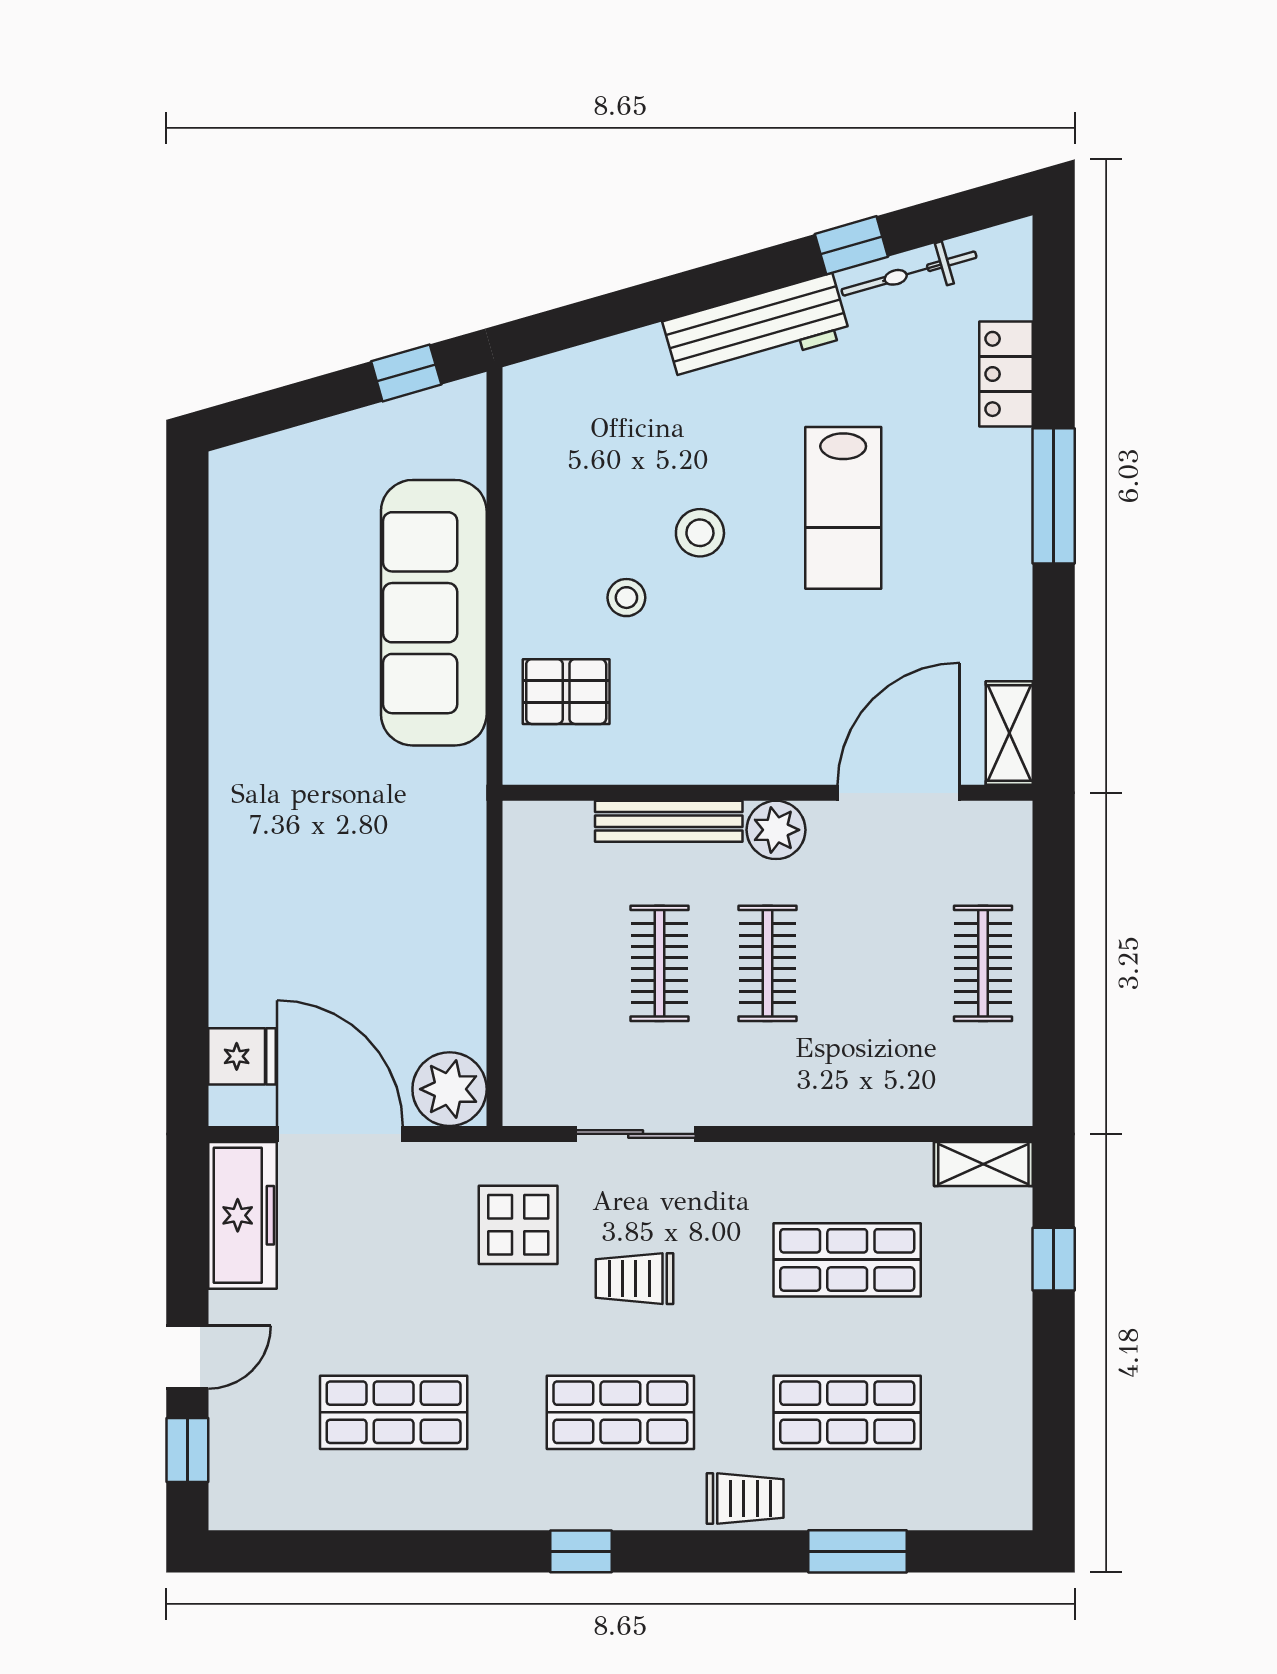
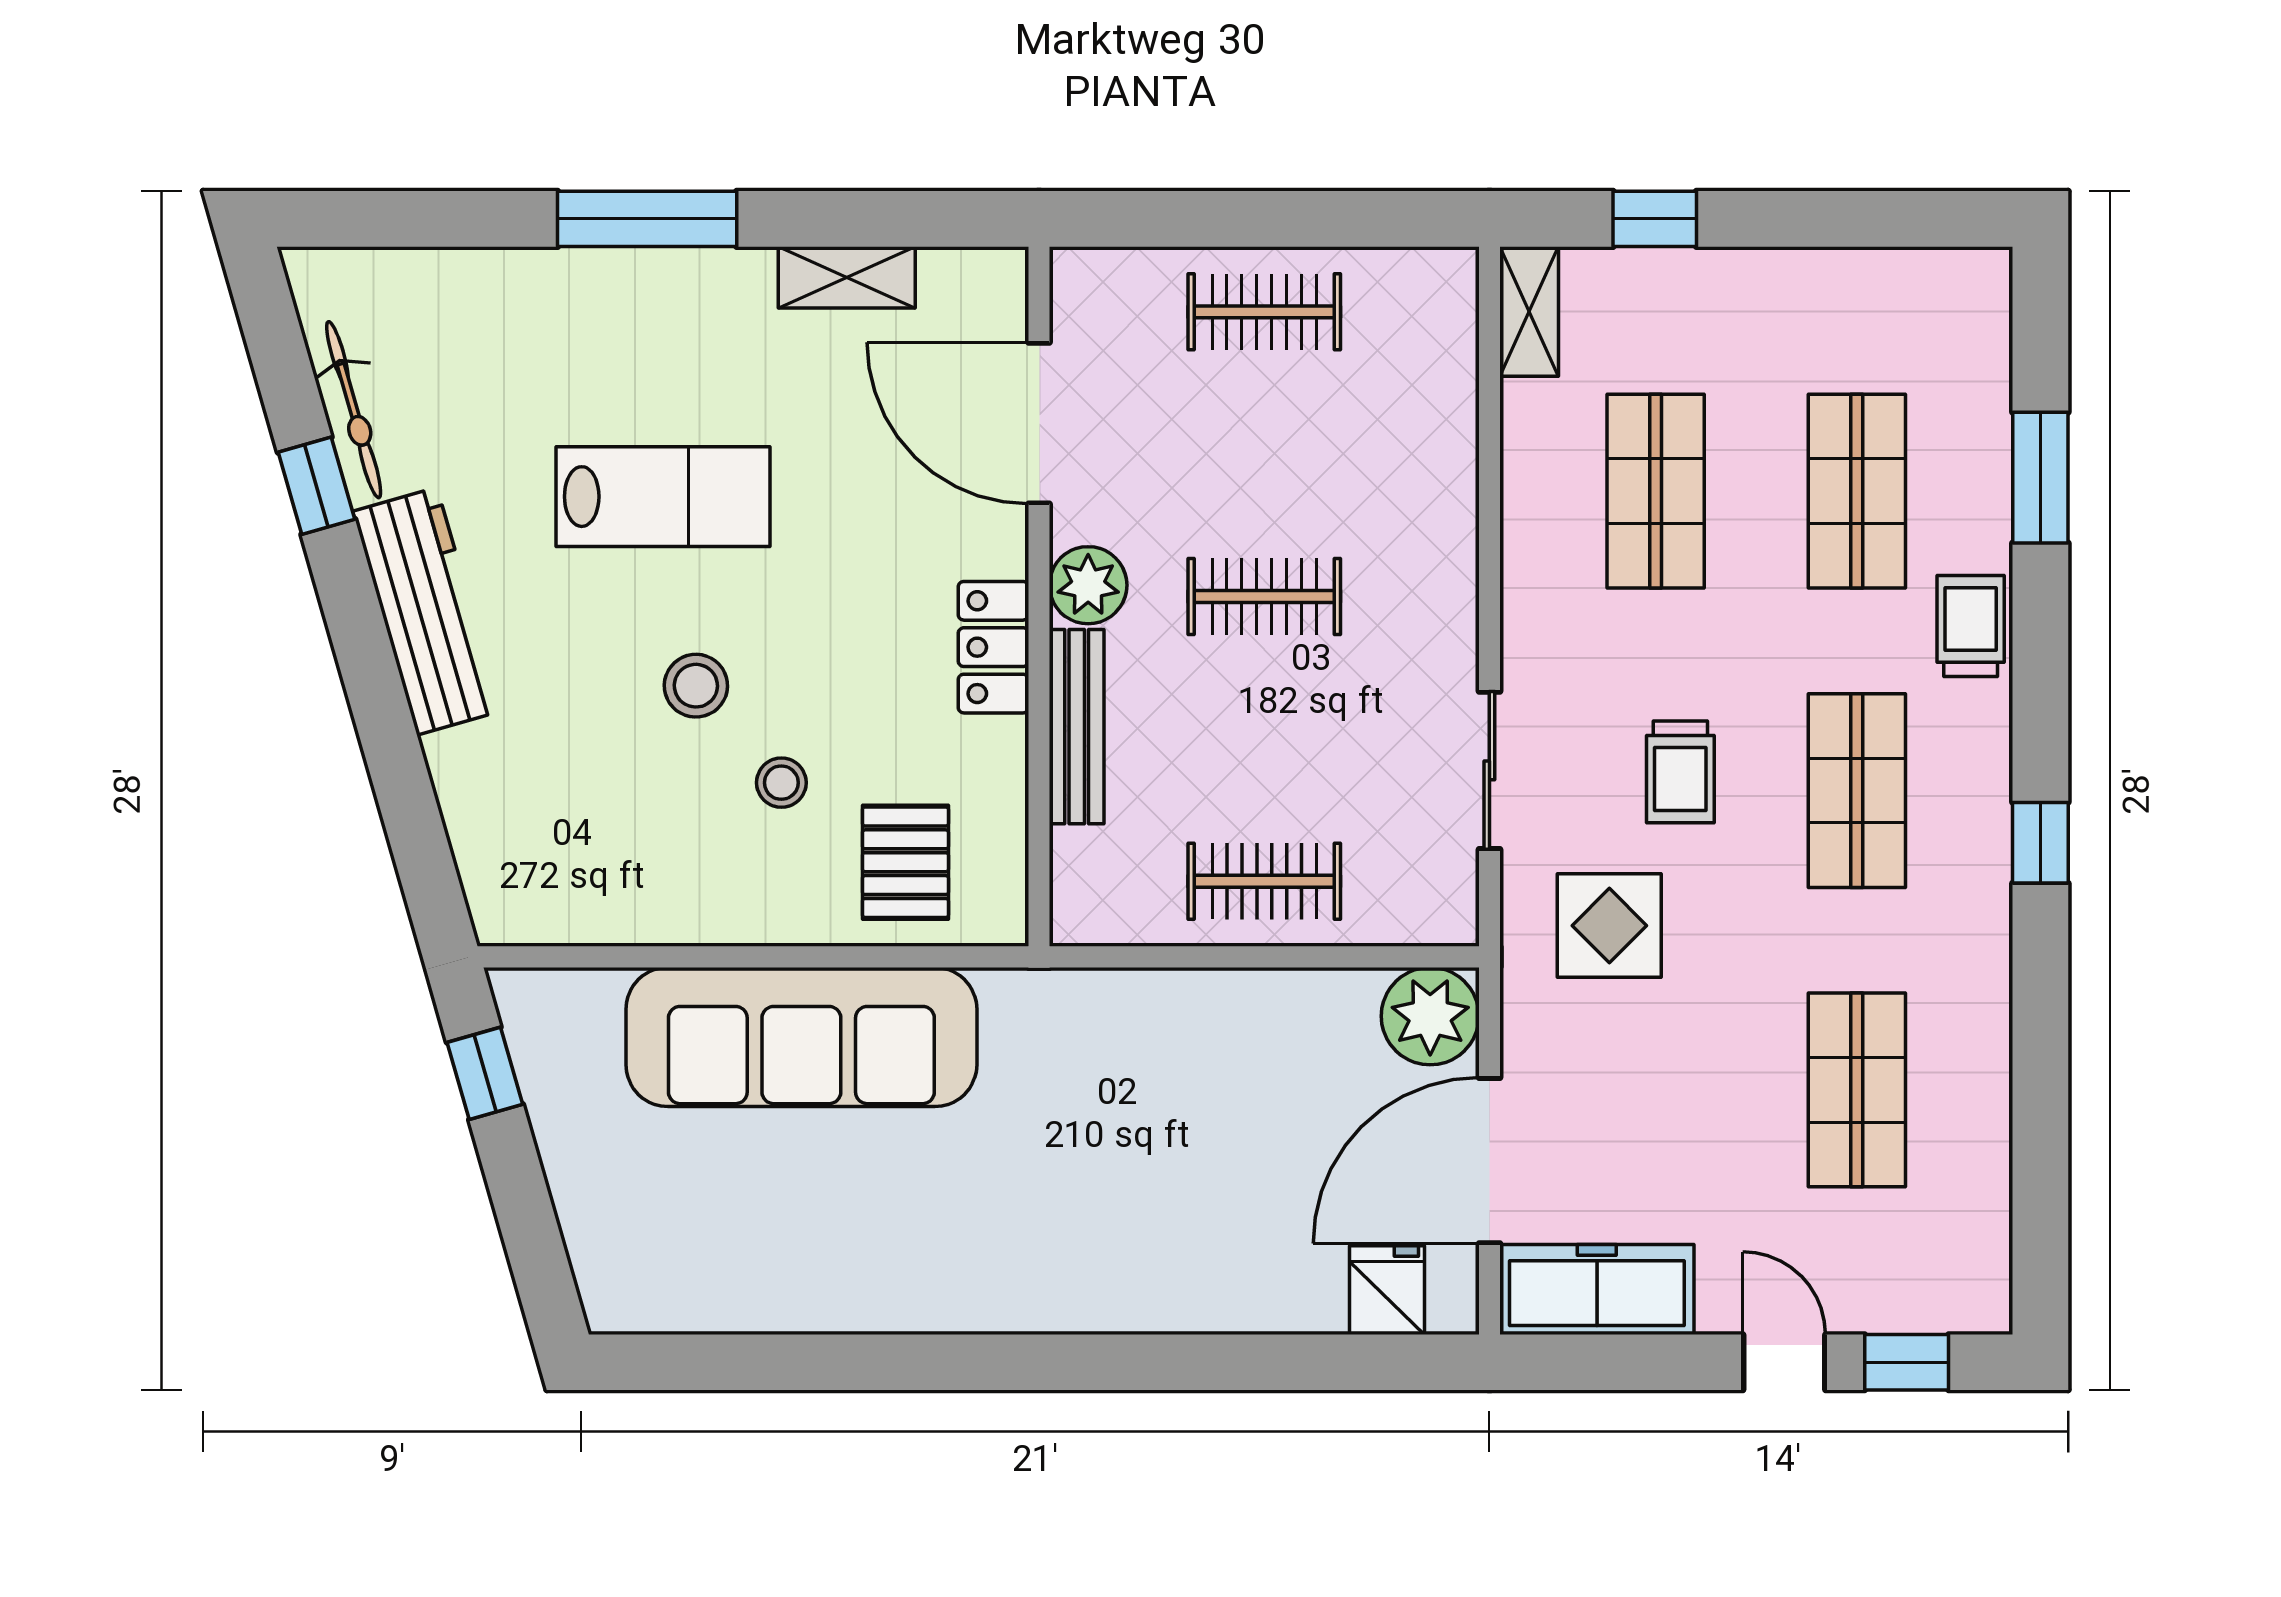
locker: (1006, 374) -> (993, 647), moved, turned 90
shelving: (1009, 733) -> (847, 277), moved
clothes rail: (660, 963) -> (1264, 881), moved

